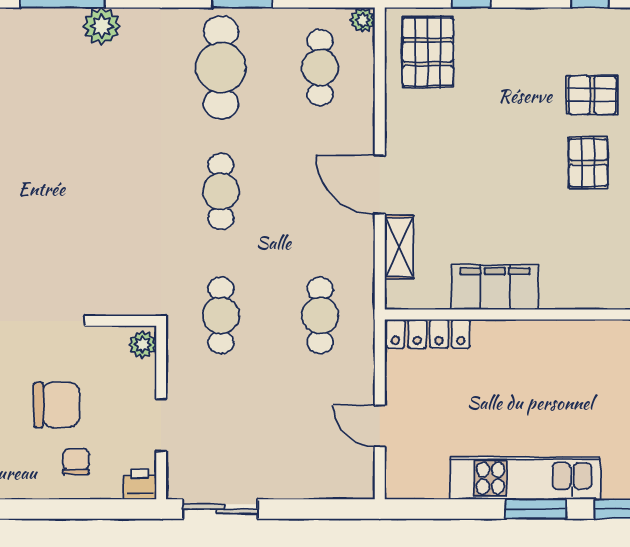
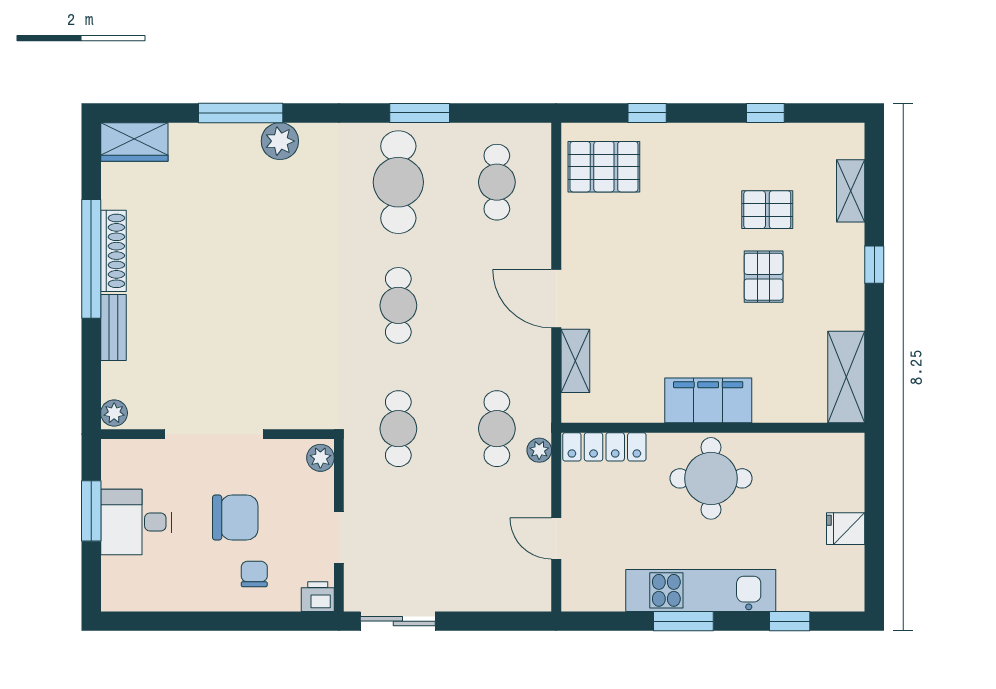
plant: (363, 20) -> (539, 450), moved
pallet: (428, 52) -> (604, 167), turned 90
filing cabinet: (495, 287) -> (708, 400), moved
round table: (535, 365) -> (711, 478), added
window: (536, 509) -> (683, 621), moved

